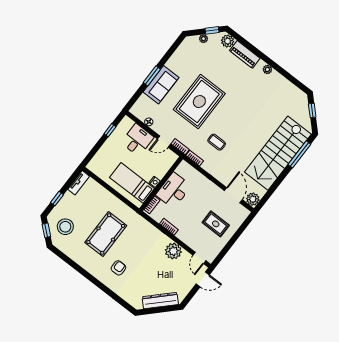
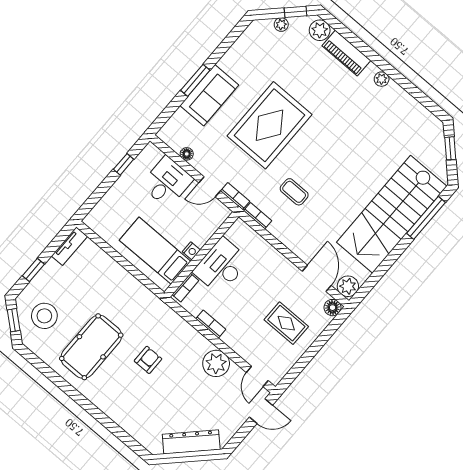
floor lamp: (244, 213) -> (333, 308), added
pool table: (106, 234) -> (91, 347), moved
armchair: (118, 268) -> (148, 360), moved

